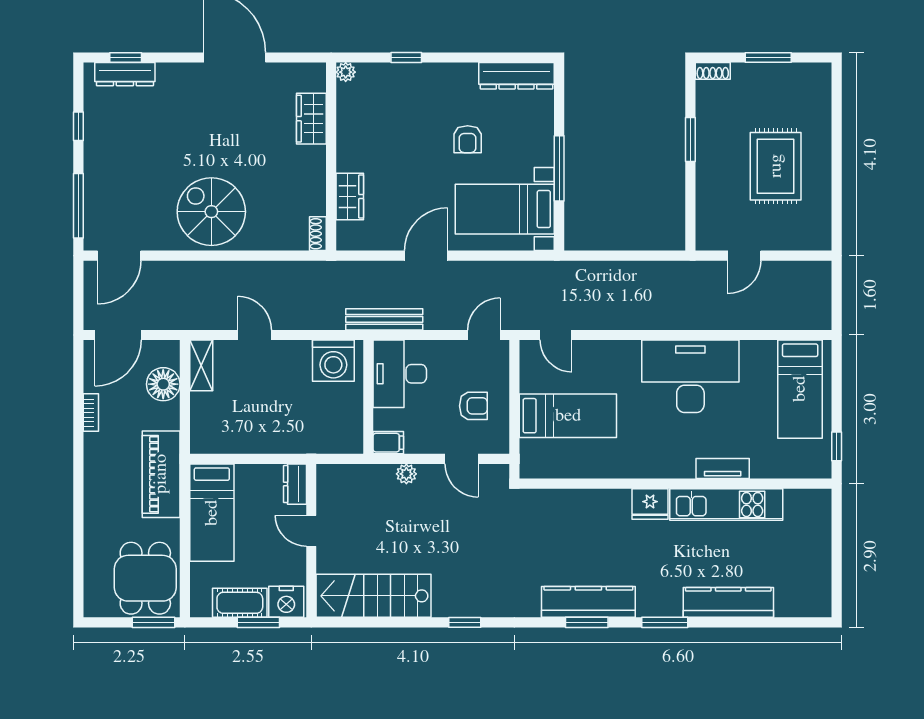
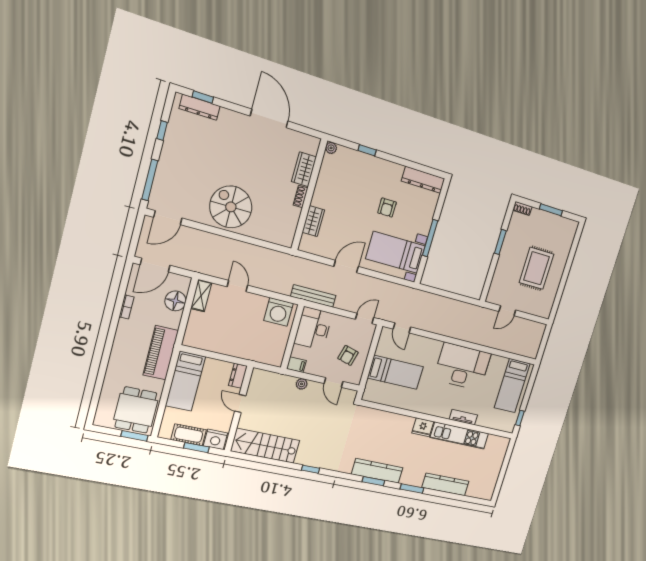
shoe rack: (318, 234) -> (301, 197), moved
armchair: (473, 406) -> (348, 355), turned 105

